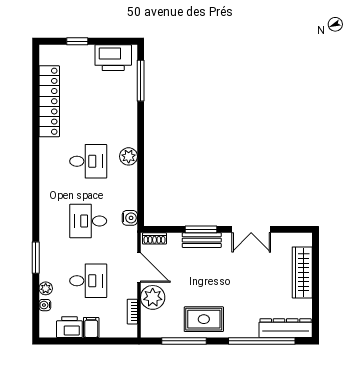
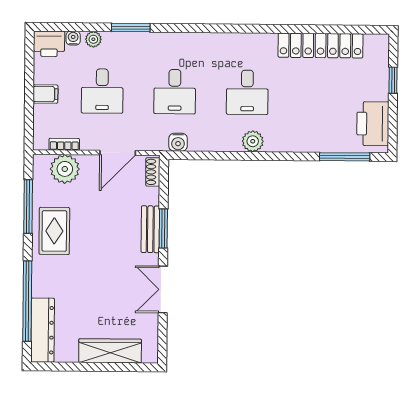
desk: (88, 221) -> (175, 92), turned 180
plant: (153, 297) -> (65, 169), moved
printer: (69, 327) -> (49, 44), moved, turned 90

